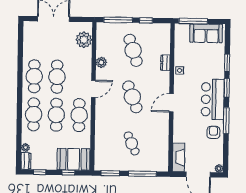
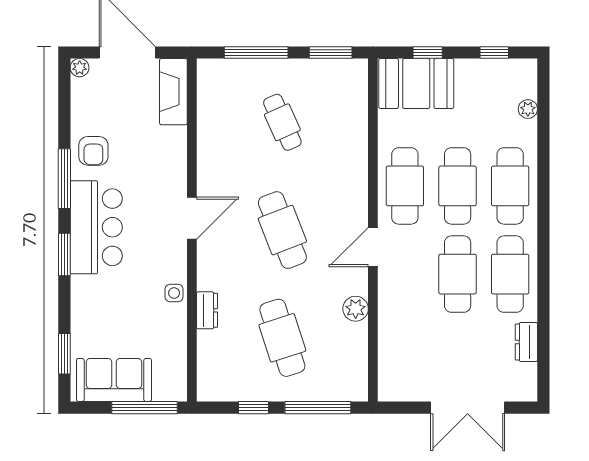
plant: (84, 40) -> (397, 360), removed
window: (227, 63) -> (64, 354), moved
dresser: (26, 161) -> (526, 342), moved

